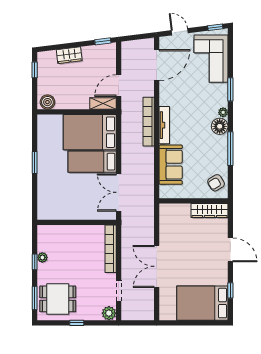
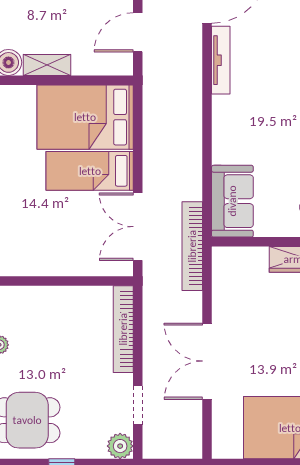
shelving: (103, 103) -> (47, 65), moved
bookcase: (149, 122) -> (192, 246), moved
tv unit: (164, 125) -> (221, 60), moved
sofa: (171, 165) -> (232, 201), moved

